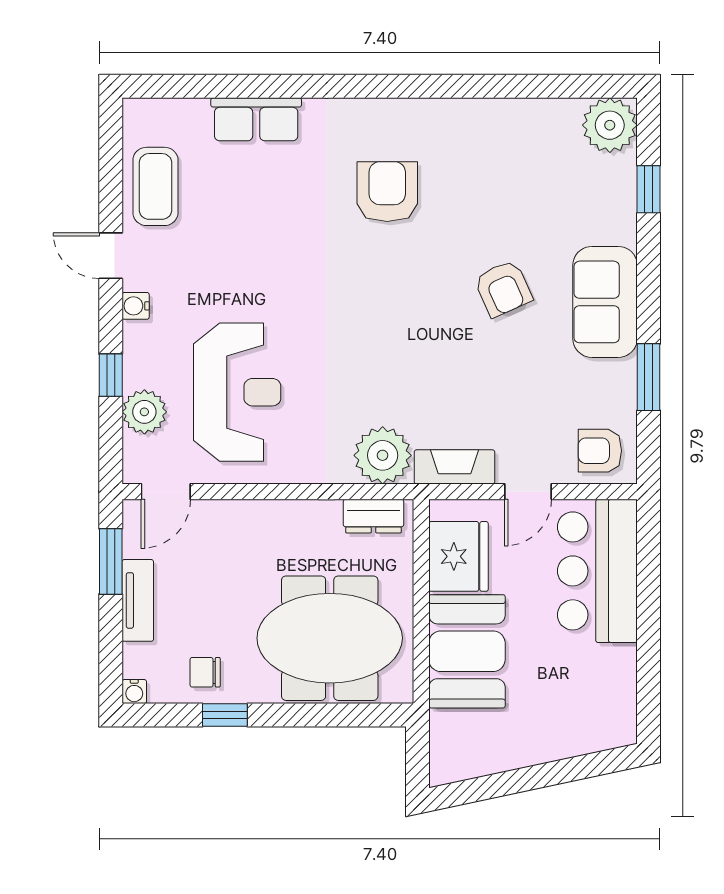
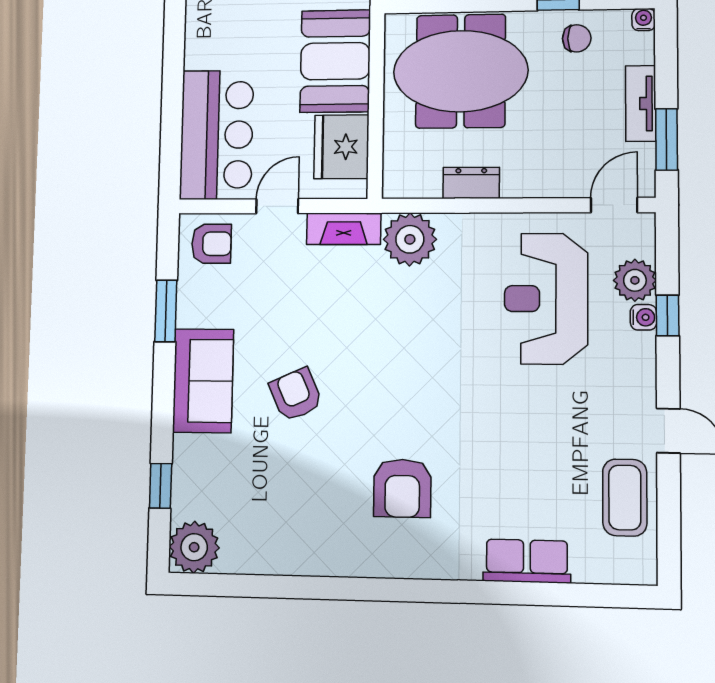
water cooler: (136, 306) -> (643, 317), moved
dresser: (373, 516) -> (471, 183), moved

